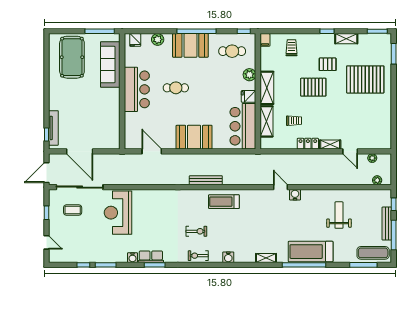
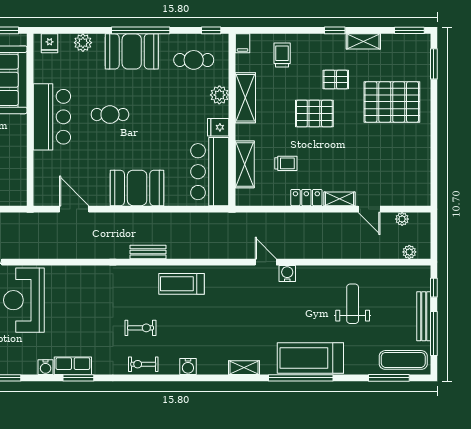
shelving: (267, 88) -> (245, 98), moved
bench: (206, 180) -> (148, 252), width x0.73

